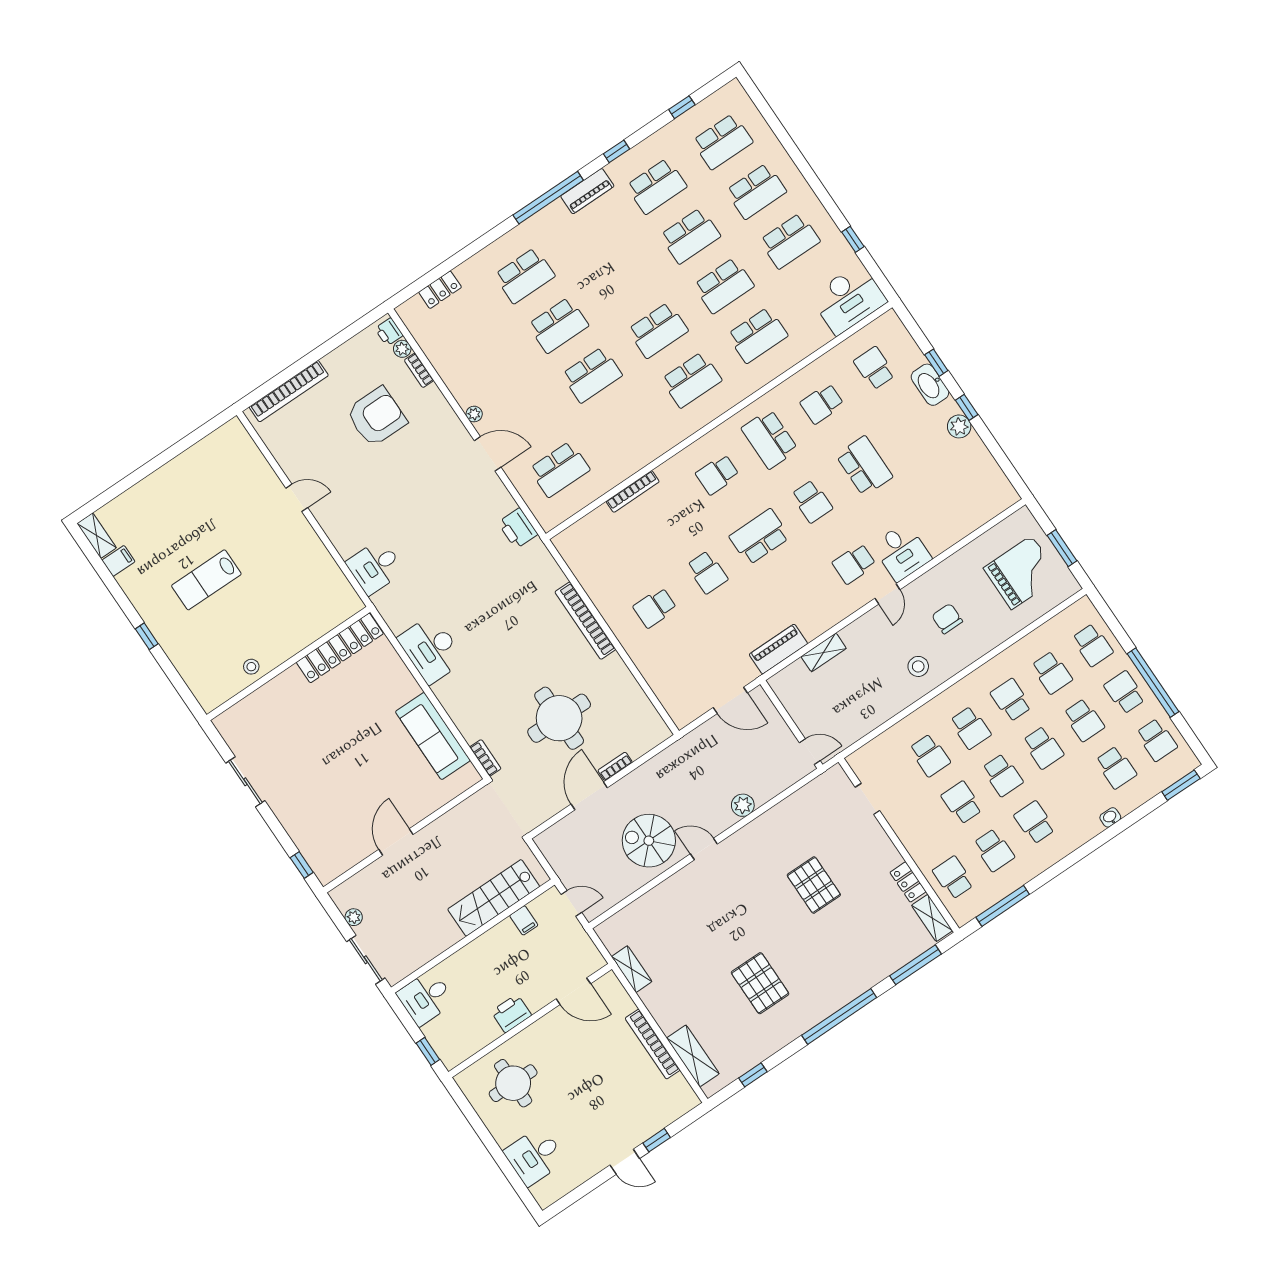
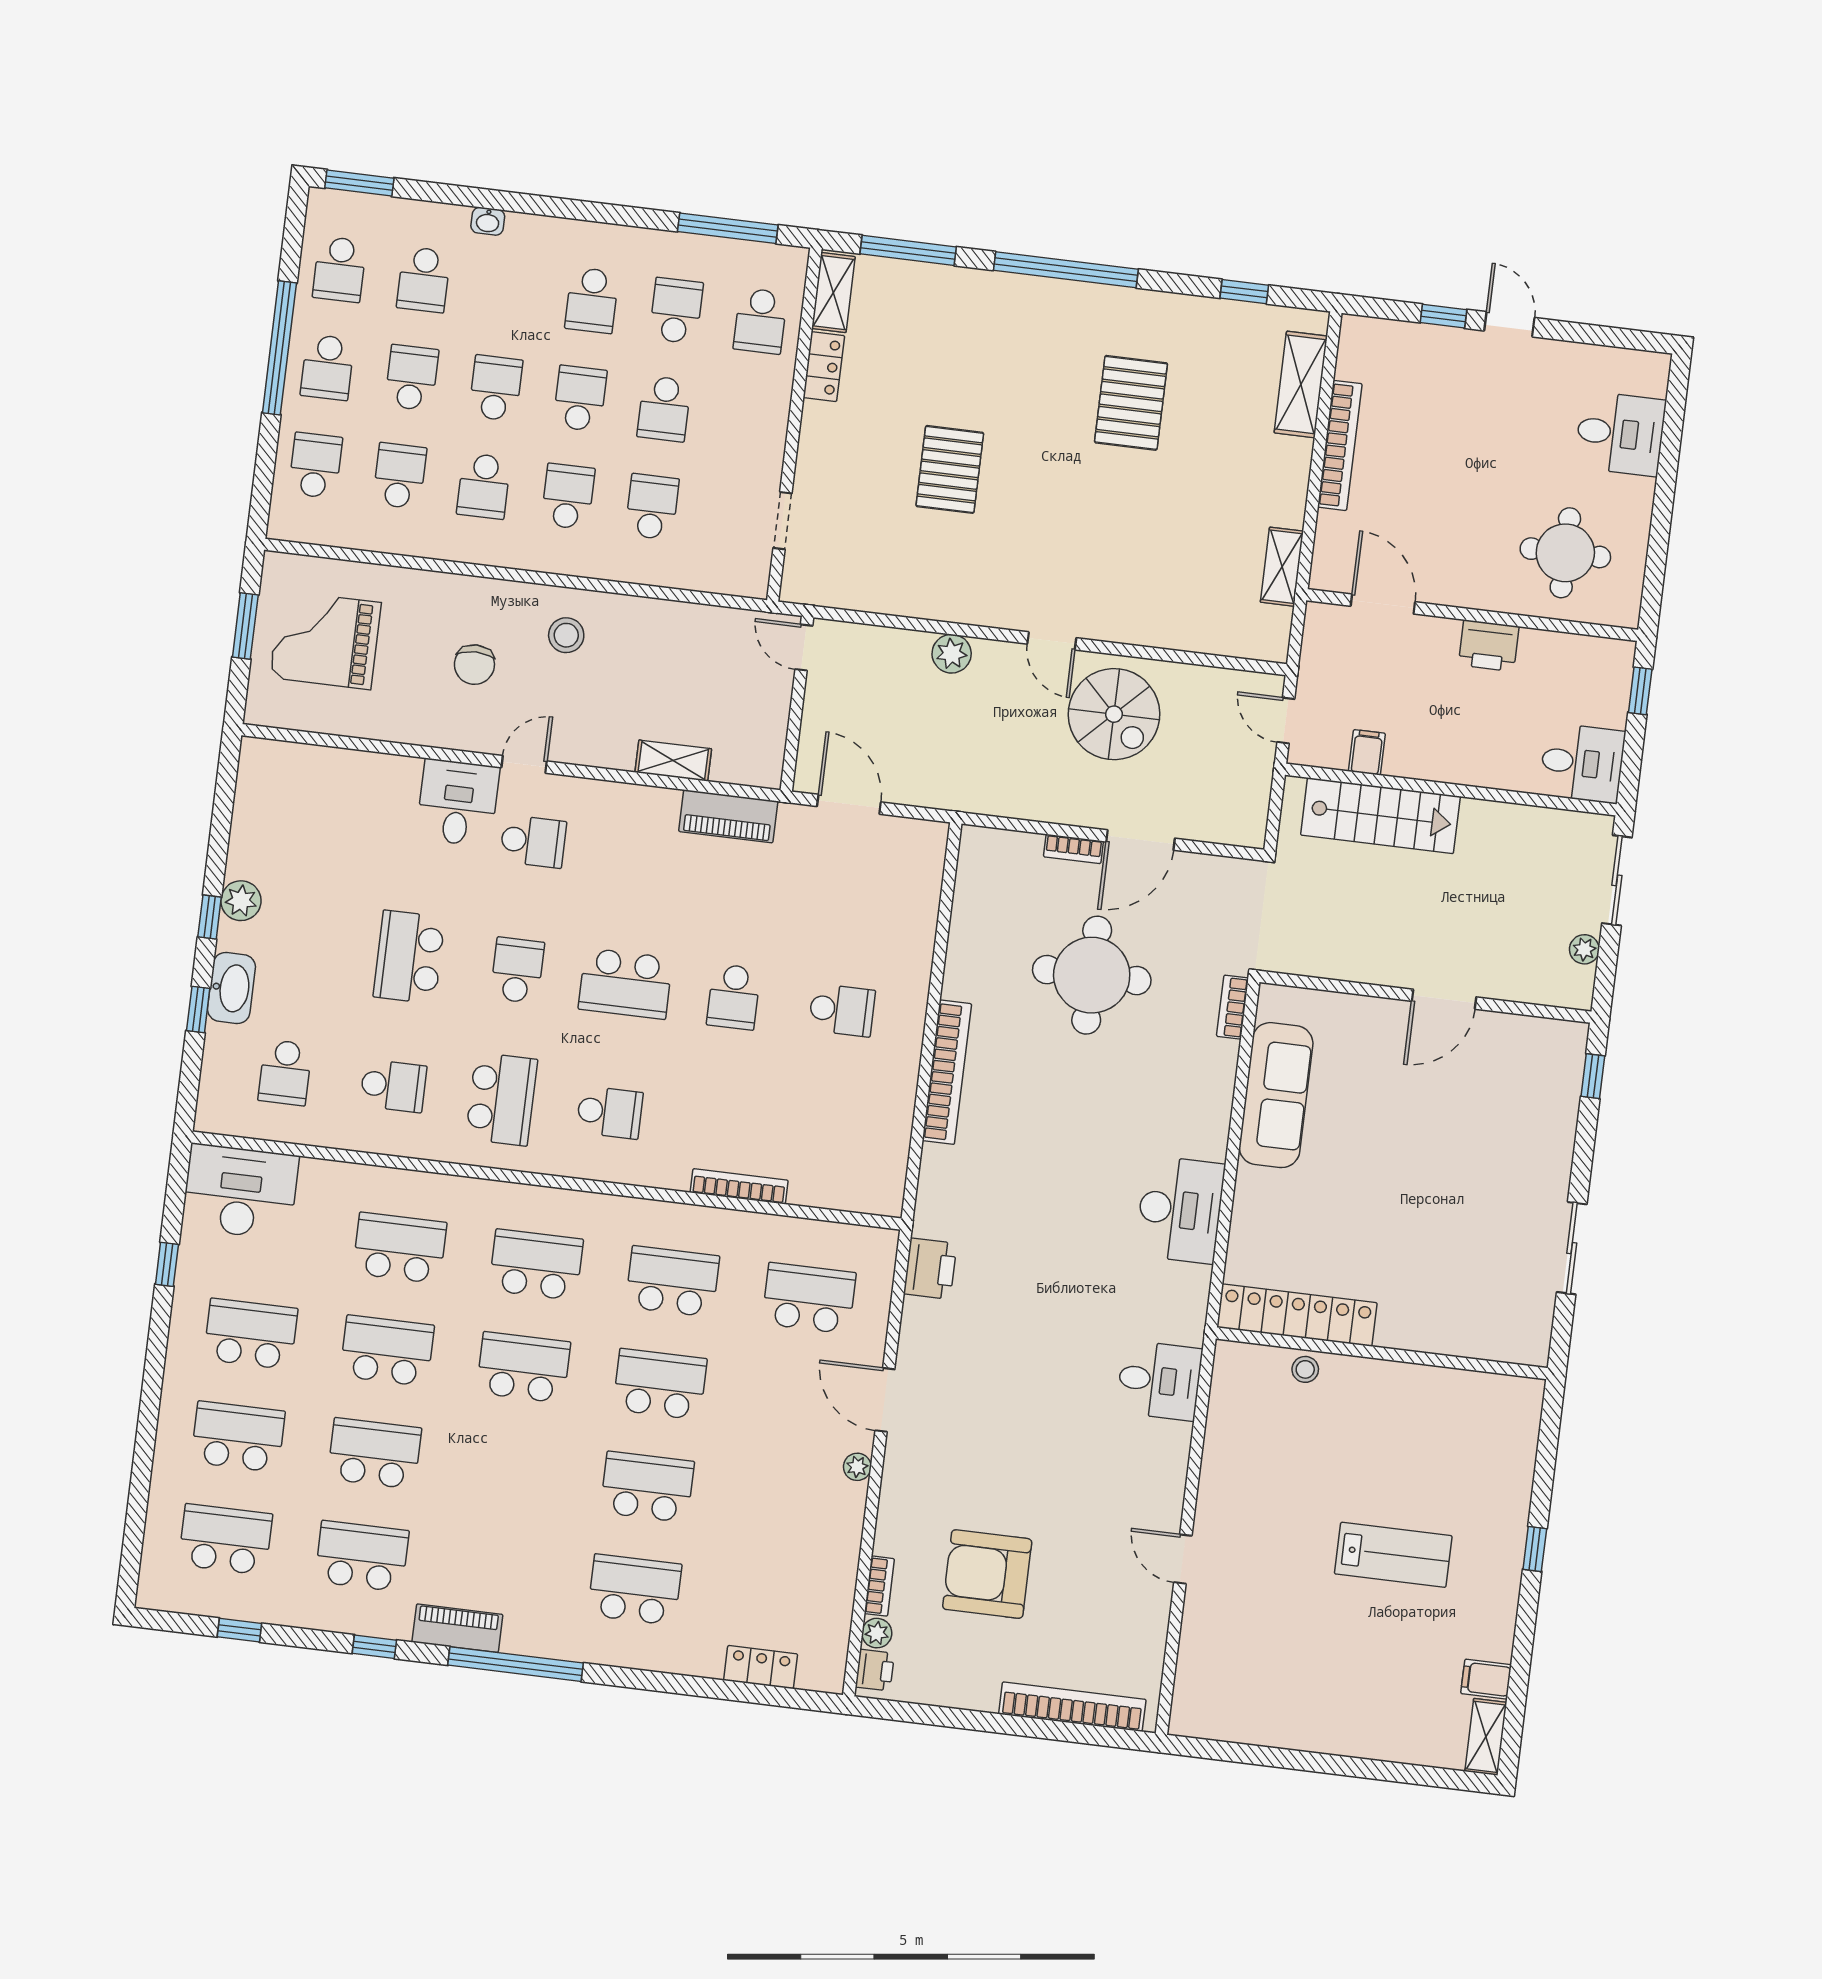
school desk: (626, 425) -> (672, 1281), added
school desk: (707, 572) -> (734, 997), turned 180
stool: (251, 667) -> (1305, 1369), moved
school desk: (1157, 740) -> (339, 269), turned 180
school desk: (1116, 767) -> (424, 280), turned 180

